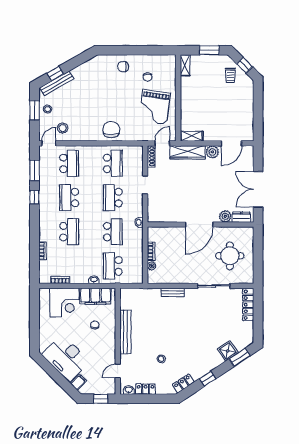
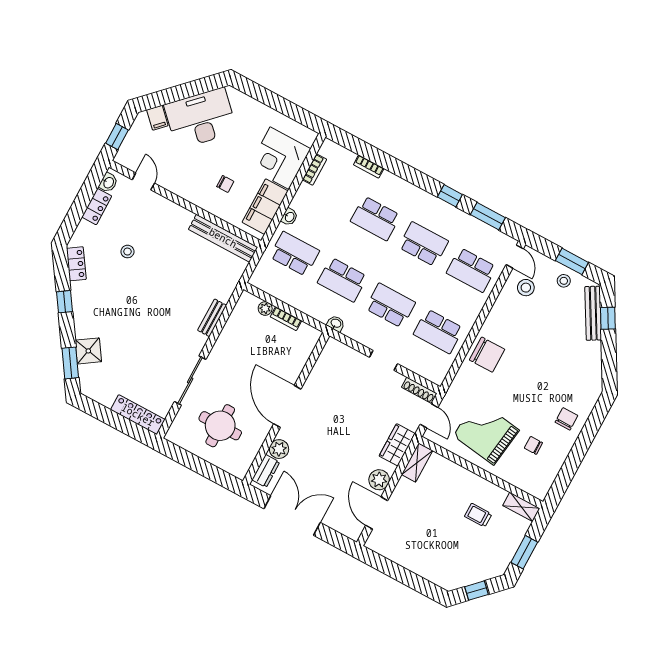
trolley: (230, 75) -> (478, 515), moved
wardrobe: (188, 152) -> (397, 445), width x0.67
bench: (125, 332) -> (223, 238), moved

